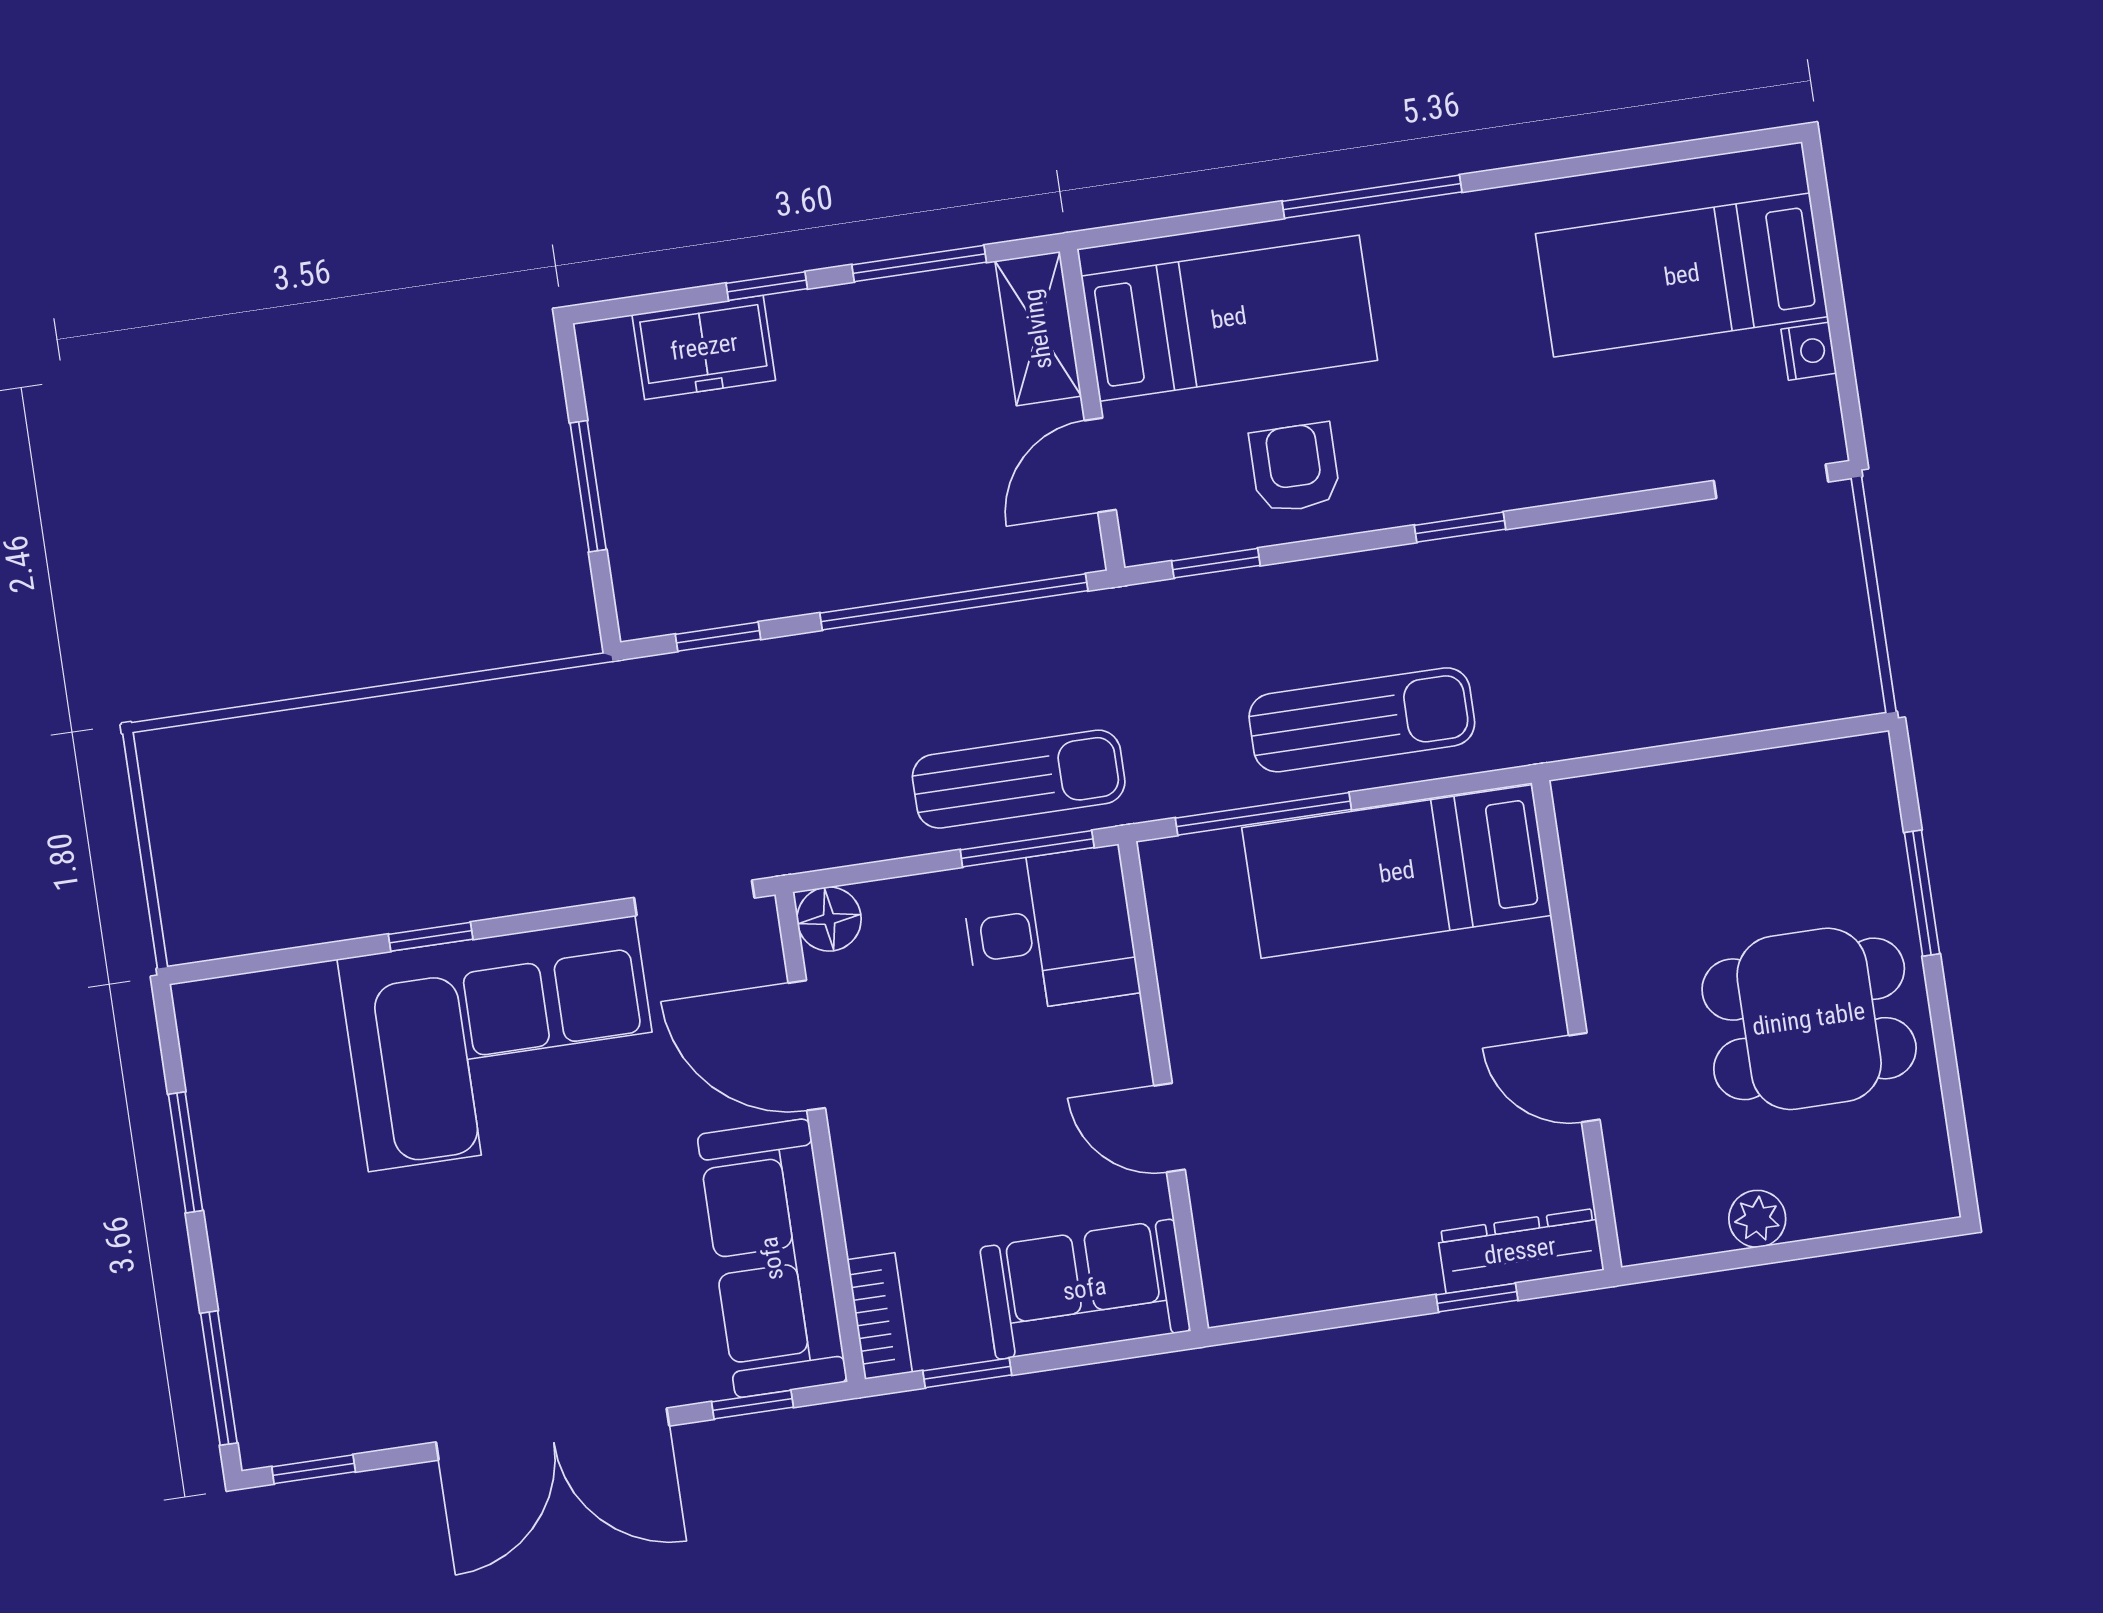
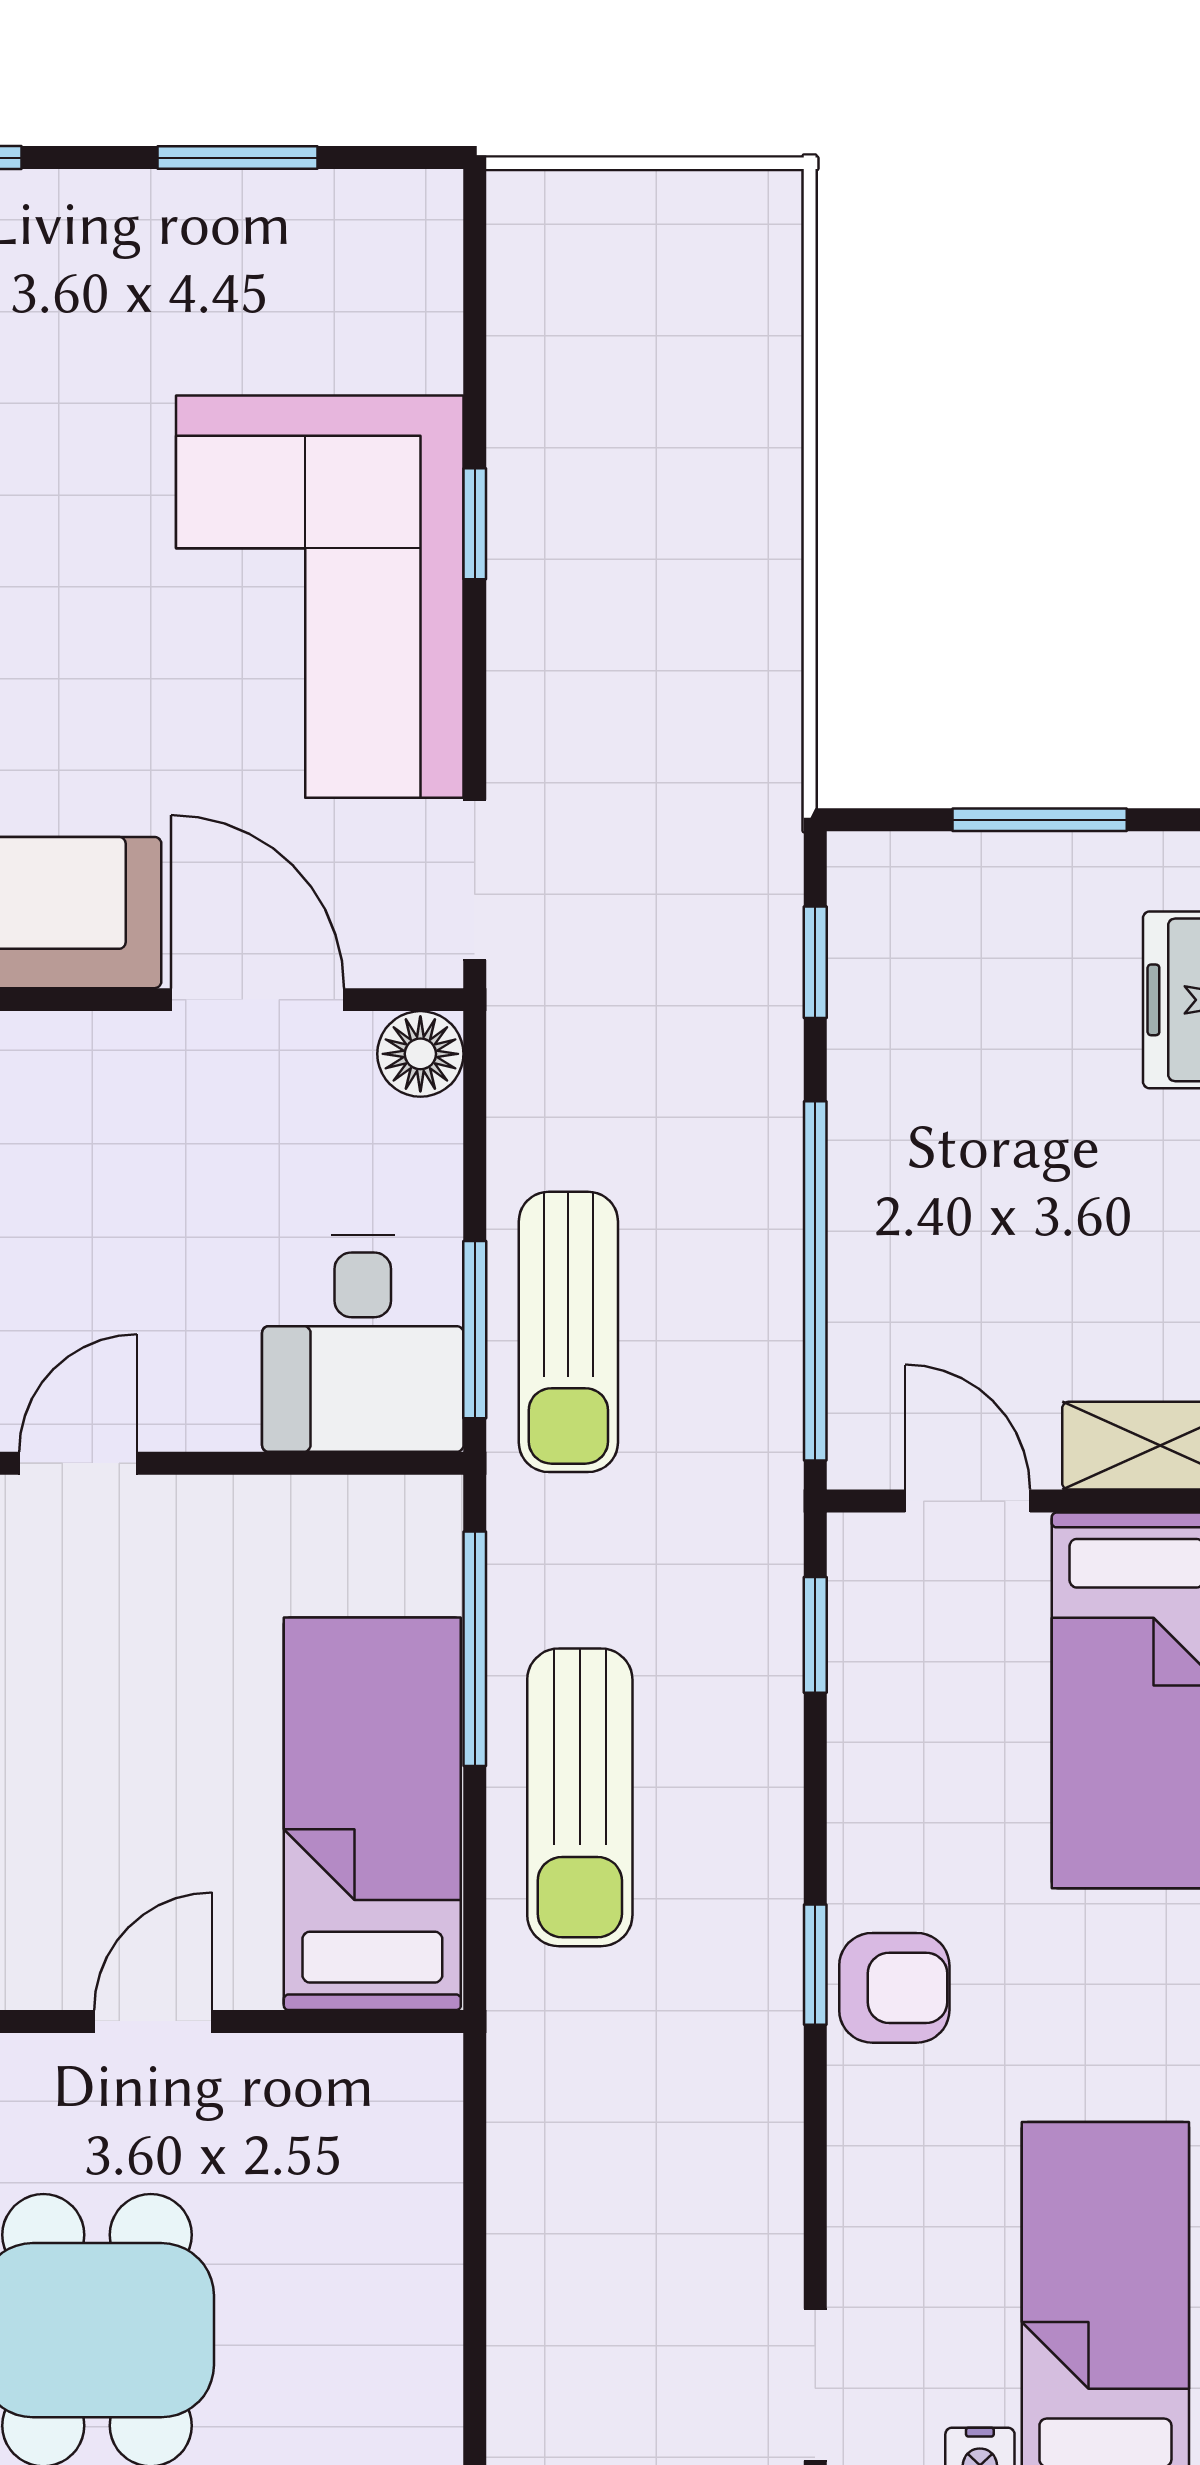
armchair: (1295, 468) -> (894, 1988), moved
door: (807, 1045) -> (258, 1000), hinge flipped
door: (1584, 1078) -> (153, 2021), moved

